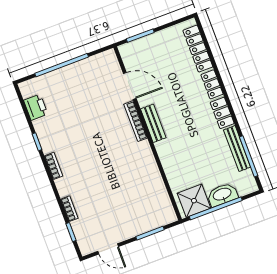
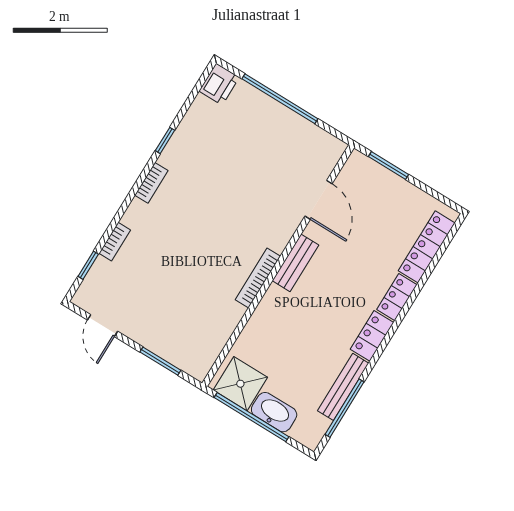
printer: (36, 107) -> (219, 84), moved
bookcase: (136, 121) -> (258, 278), moved

